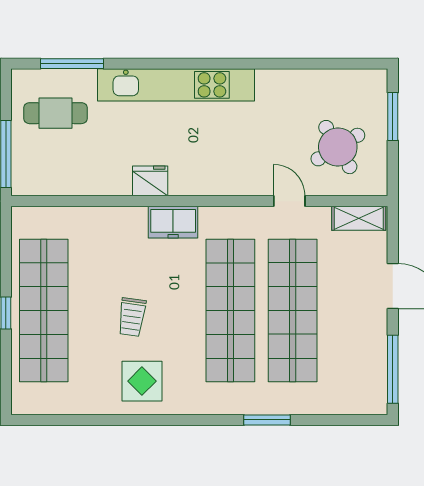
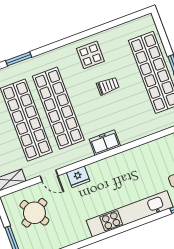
fridge: (150, 181) -> (78, 177), moved
trolley: (132, 317) -> (108, 86), turned 82

